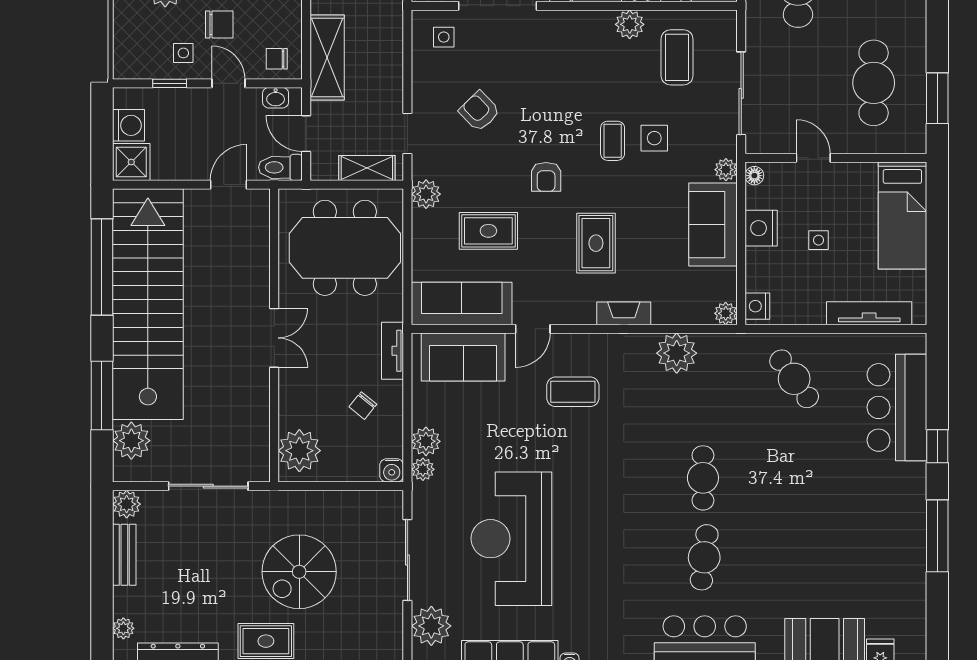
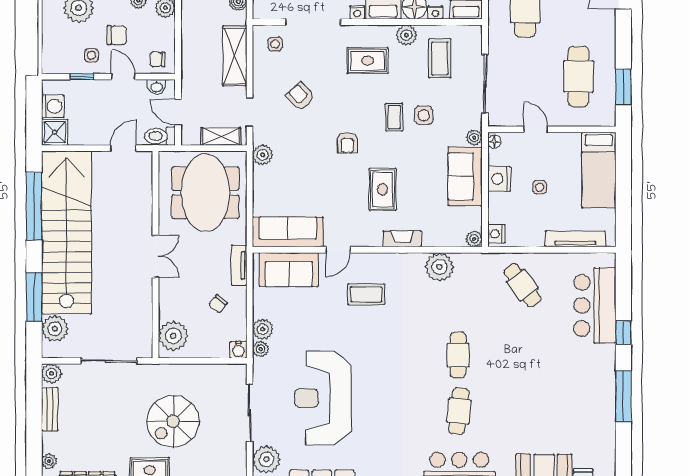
shelving: (327, 58) -> (235, 56), moved
rug: (488, 231) -> (368, 61), moved
meeting table: (345, 248) -> (205, 193), turned 90

